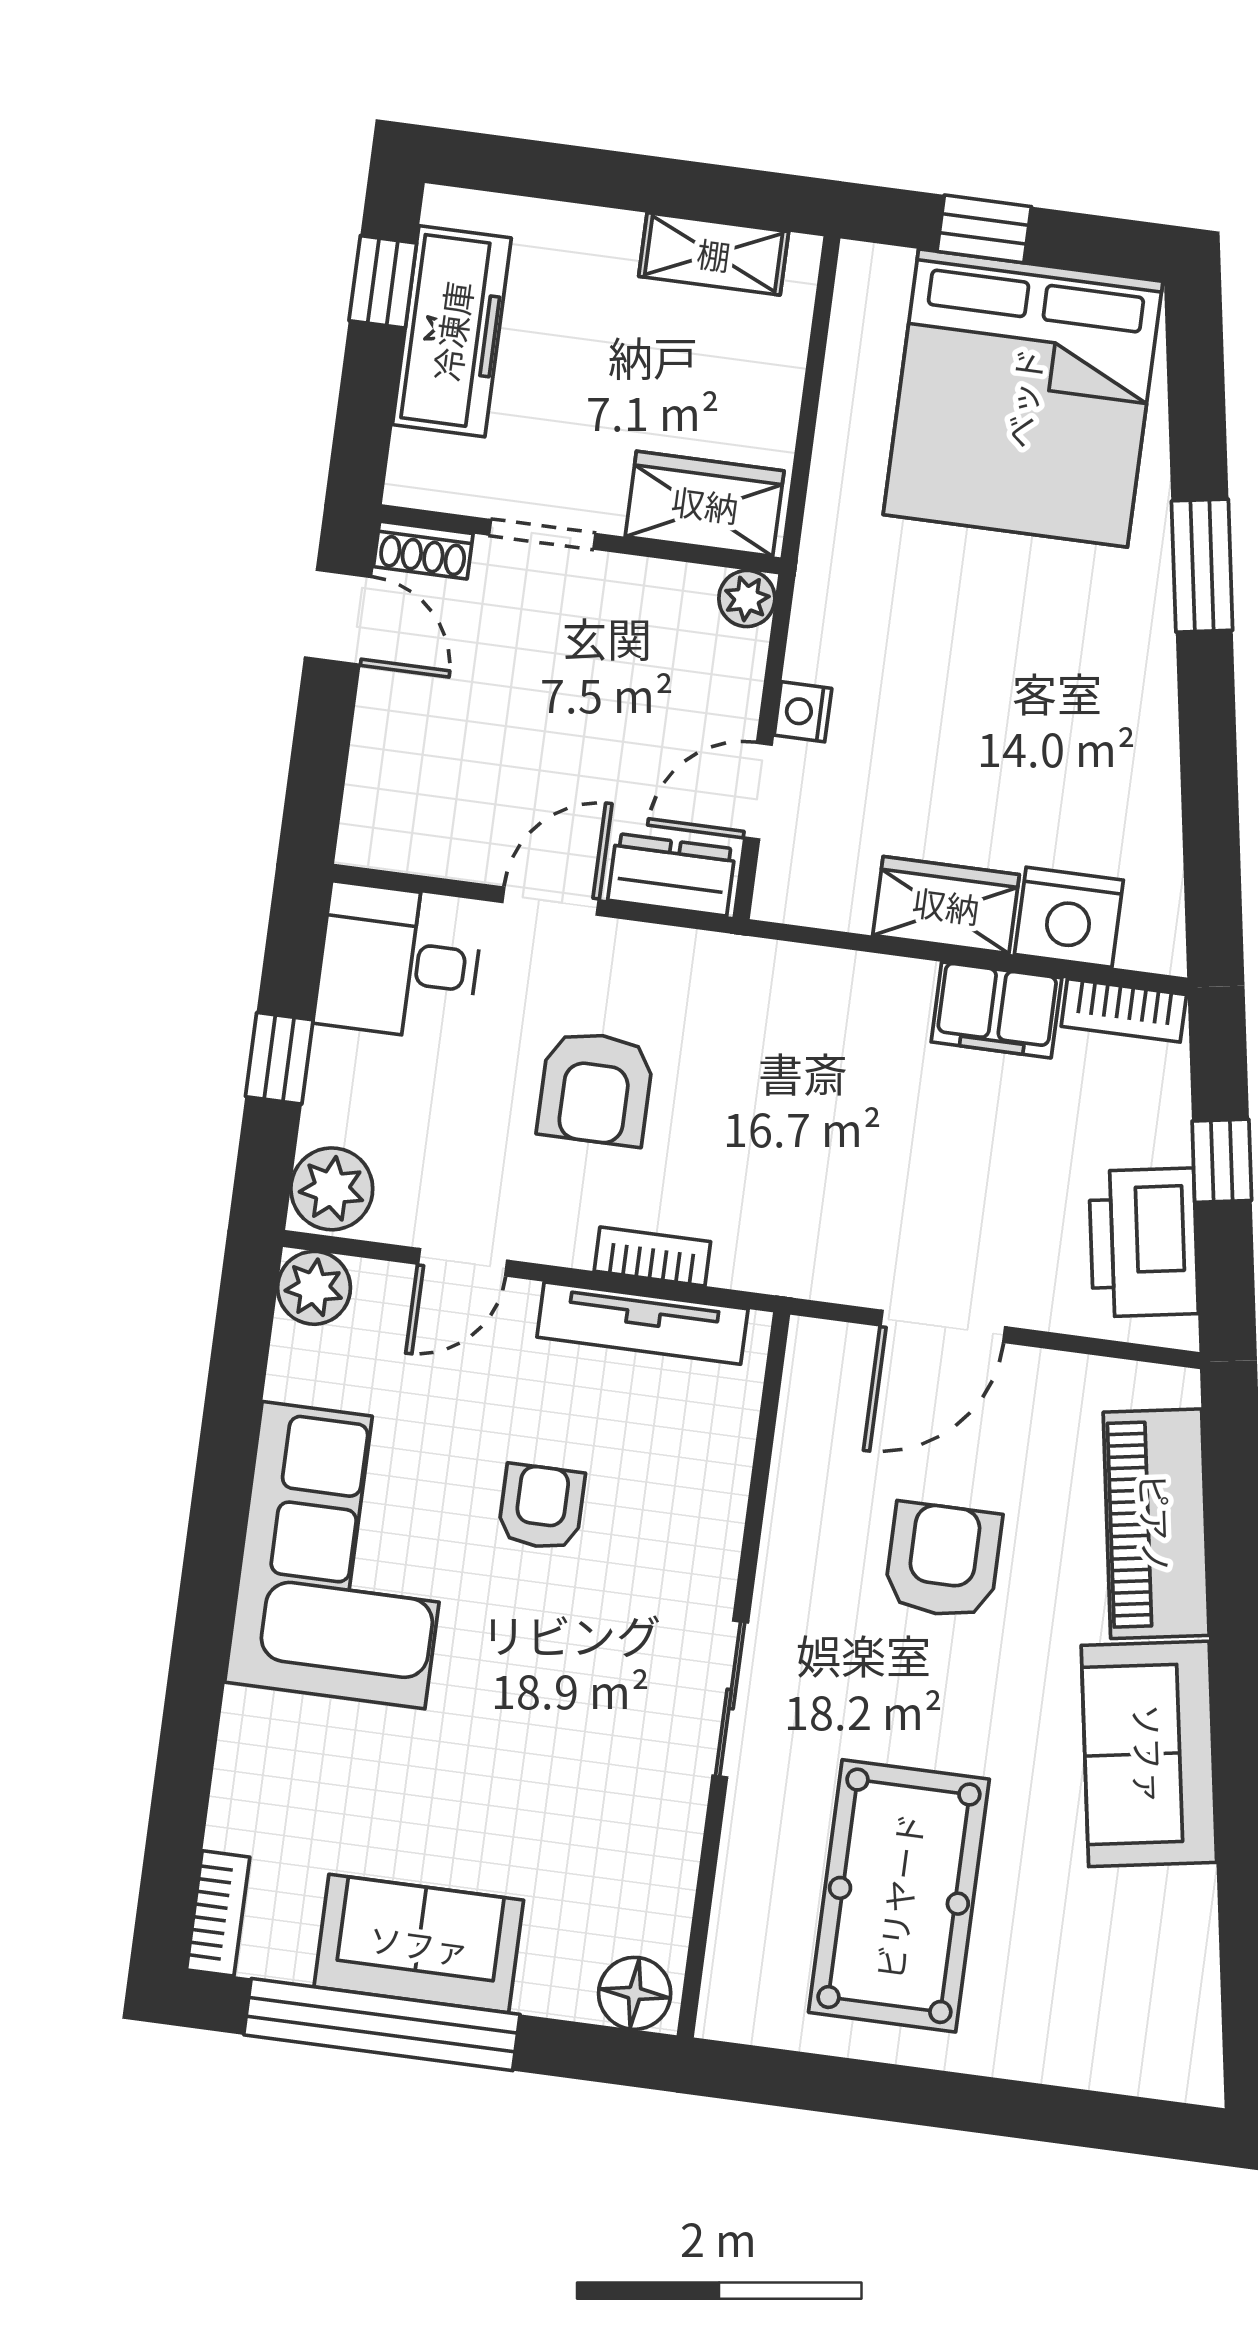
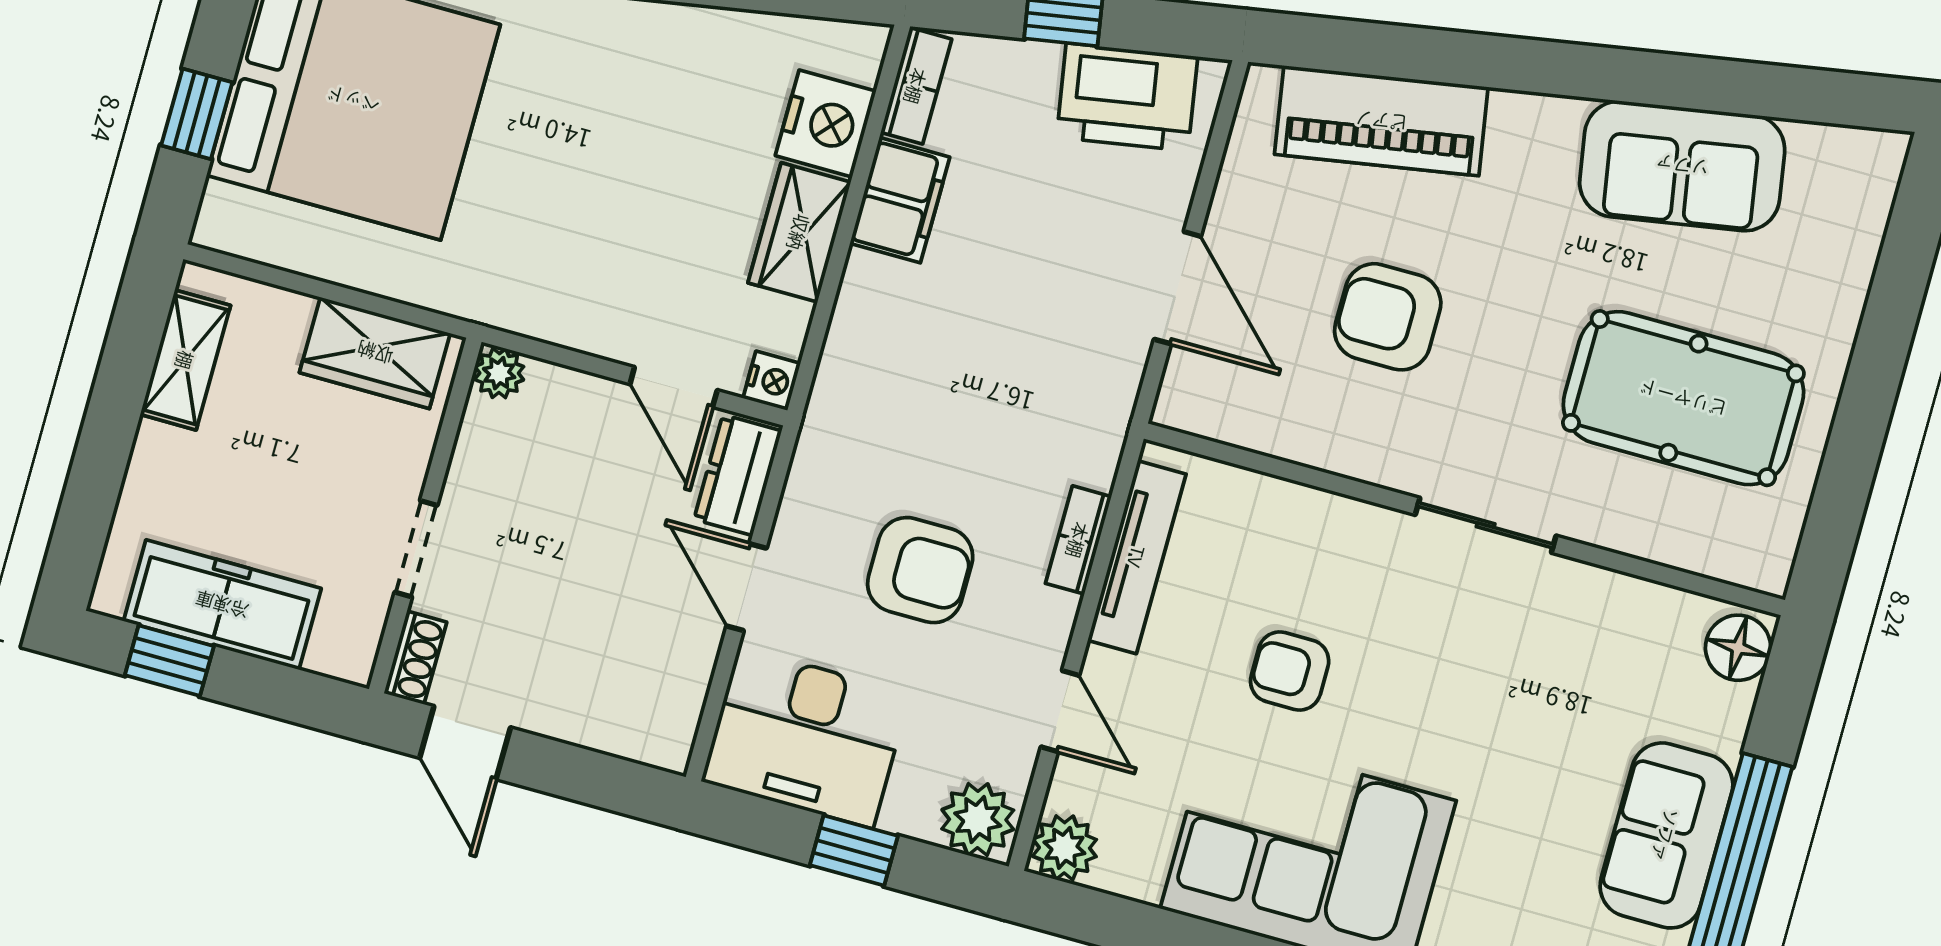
wardrobe: (705, 504) -> (375, 353), moved, turned -90
door: (338, 617) -> (465, 743), swing flipped
nightstand: (803, 712) -> (772, 381), moved, turned -90
desk: (399, 962) -> (806, 737), width x1.37
sofa: (1149, 1754) -> (1682, 166), moved

